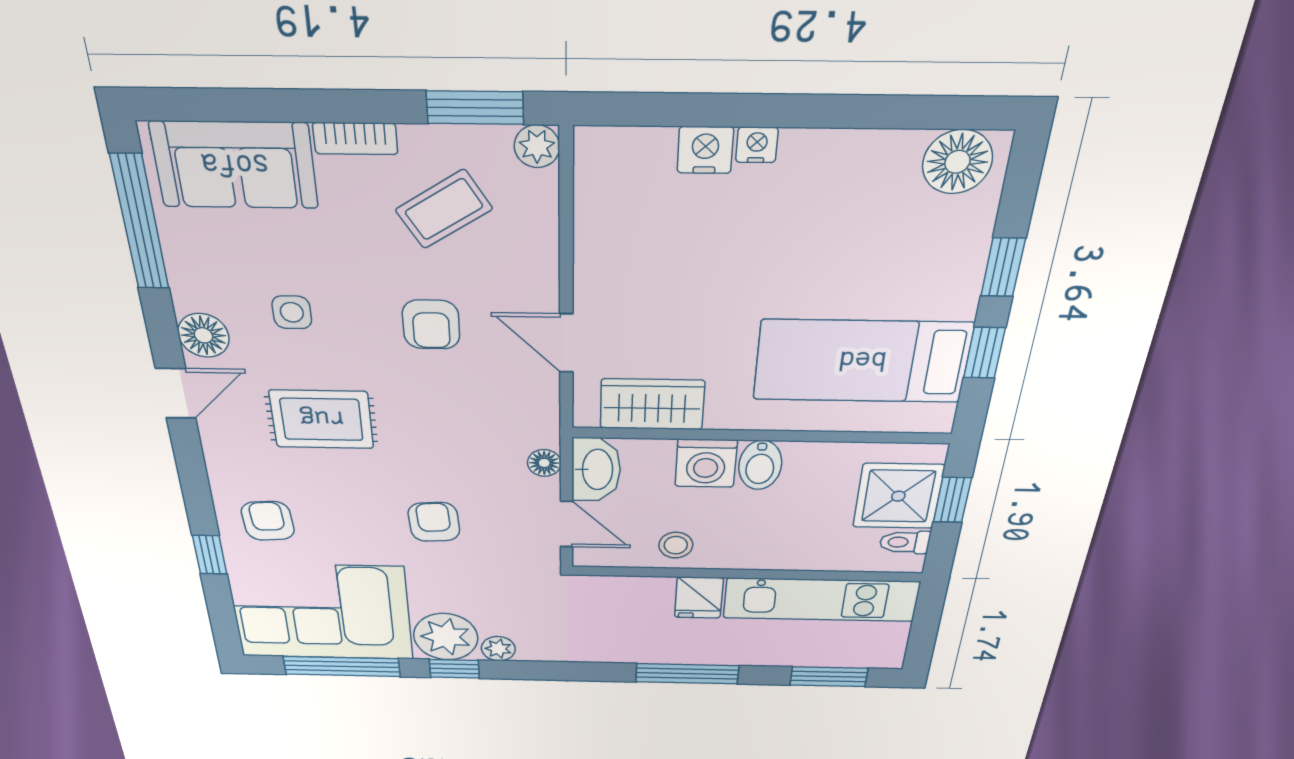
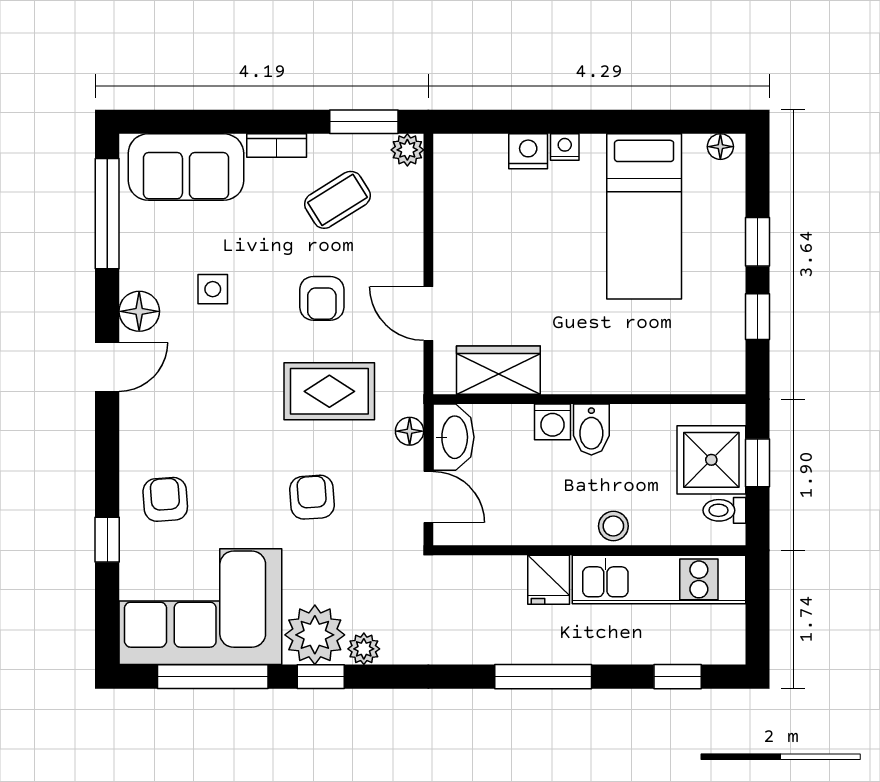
floor lamp: (957, 162) -> (720, 147), width x0.53, depth x0.53
bed: (862, 361) -> (644, 216), moved, turned -90
rug: (322, 419) -> (329, 391), moved
washing machine: (706, 463) -> (553, 422), width x0.73, depth x0.73
stool: (676, 545) -> (613, 526), moved
window: (829, 677) -> (678, 677), width x0.67

